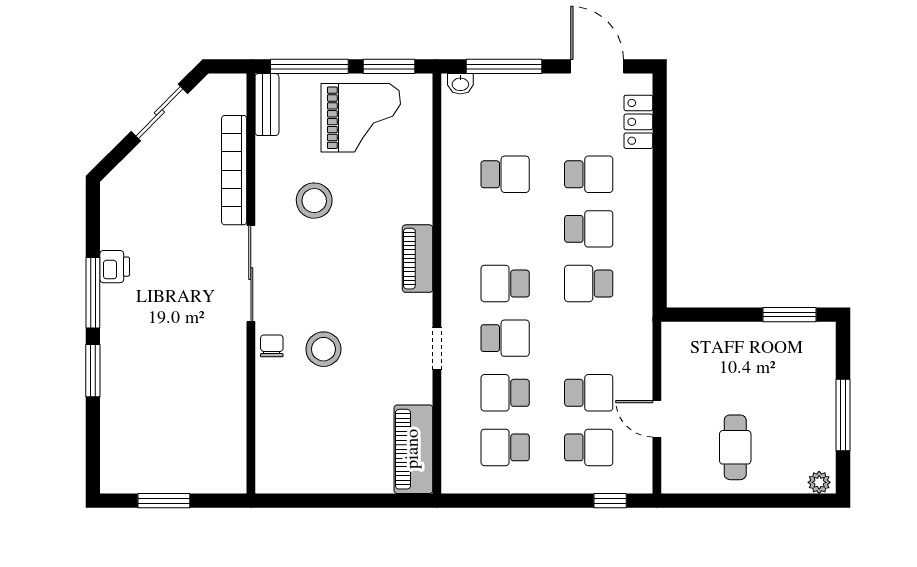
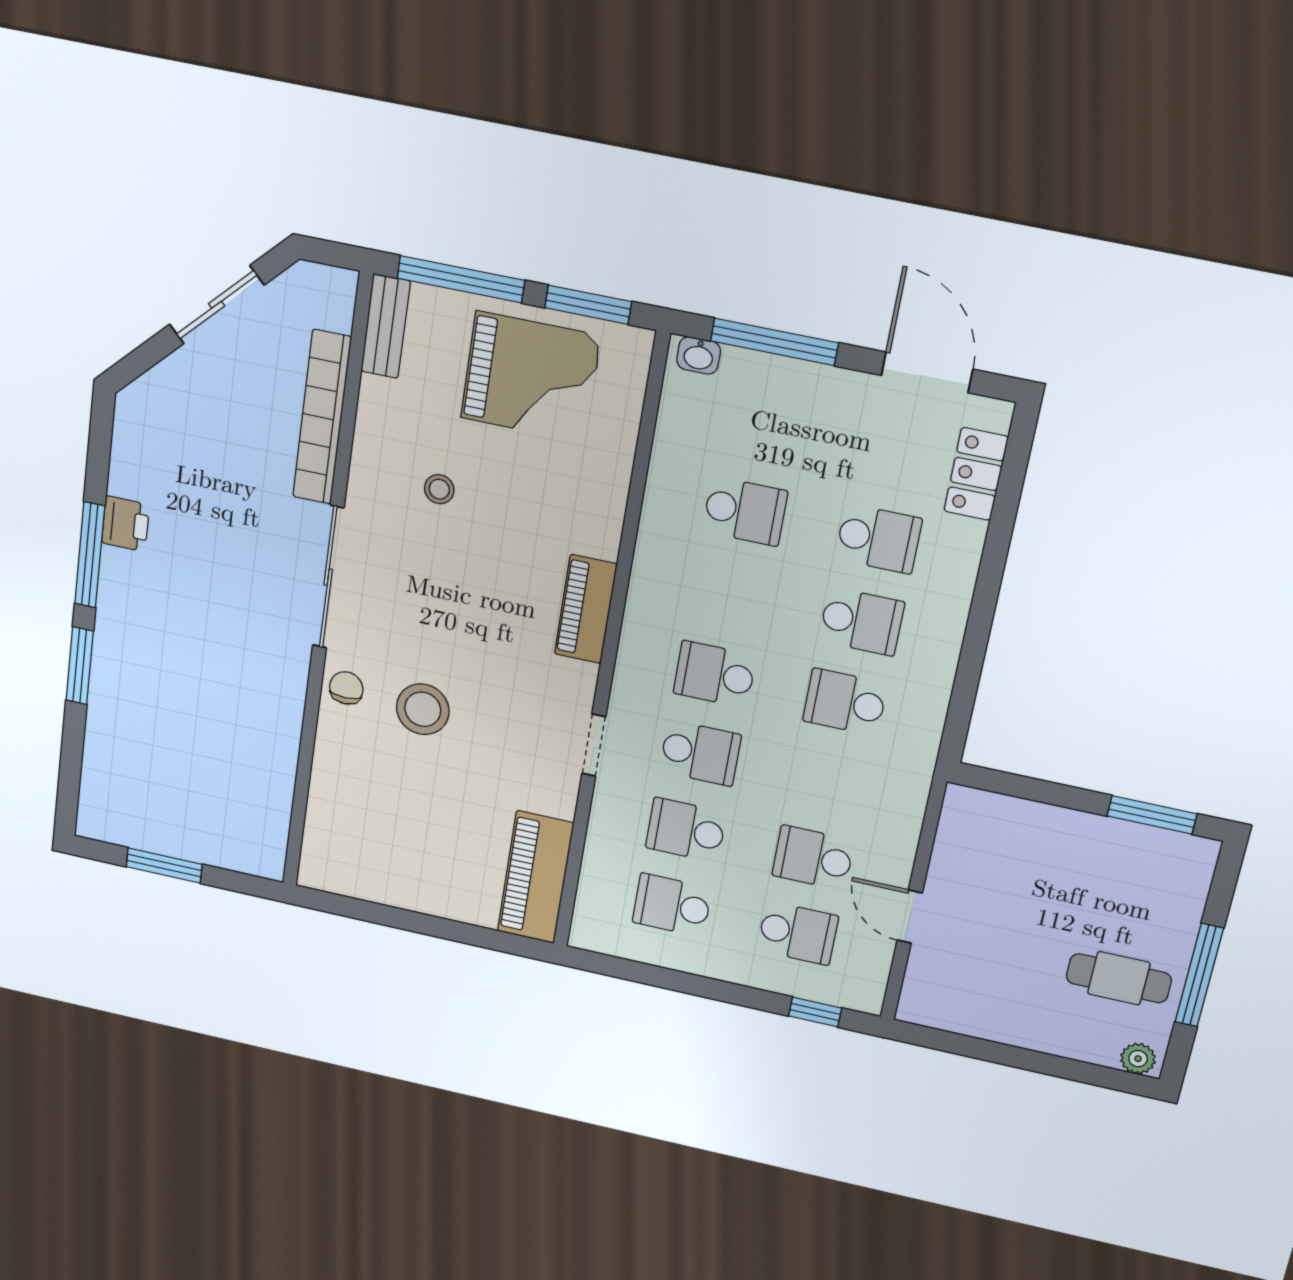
stool: (314, 201) -> (439, 489), width x0.53, depth x0.53
school desk: (589, 393) -> (813, 858), turned 180
cafe table: (735, 447) -> (1119, 978), moved, turned 90

